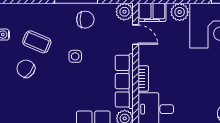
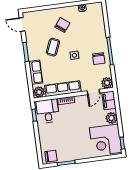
coffee table: (37, 42) -> (53, 47), moved

